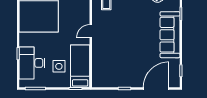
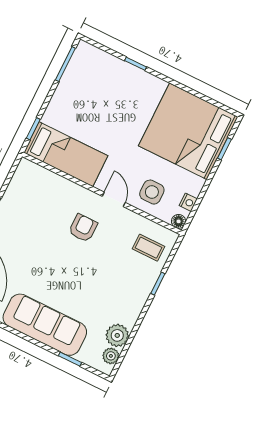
armchair: (113, 39) -> (83, 228), added
desk: (32, 63) -> (109, 79), removed
side table: (59, 66) -> (152, 192), moved

